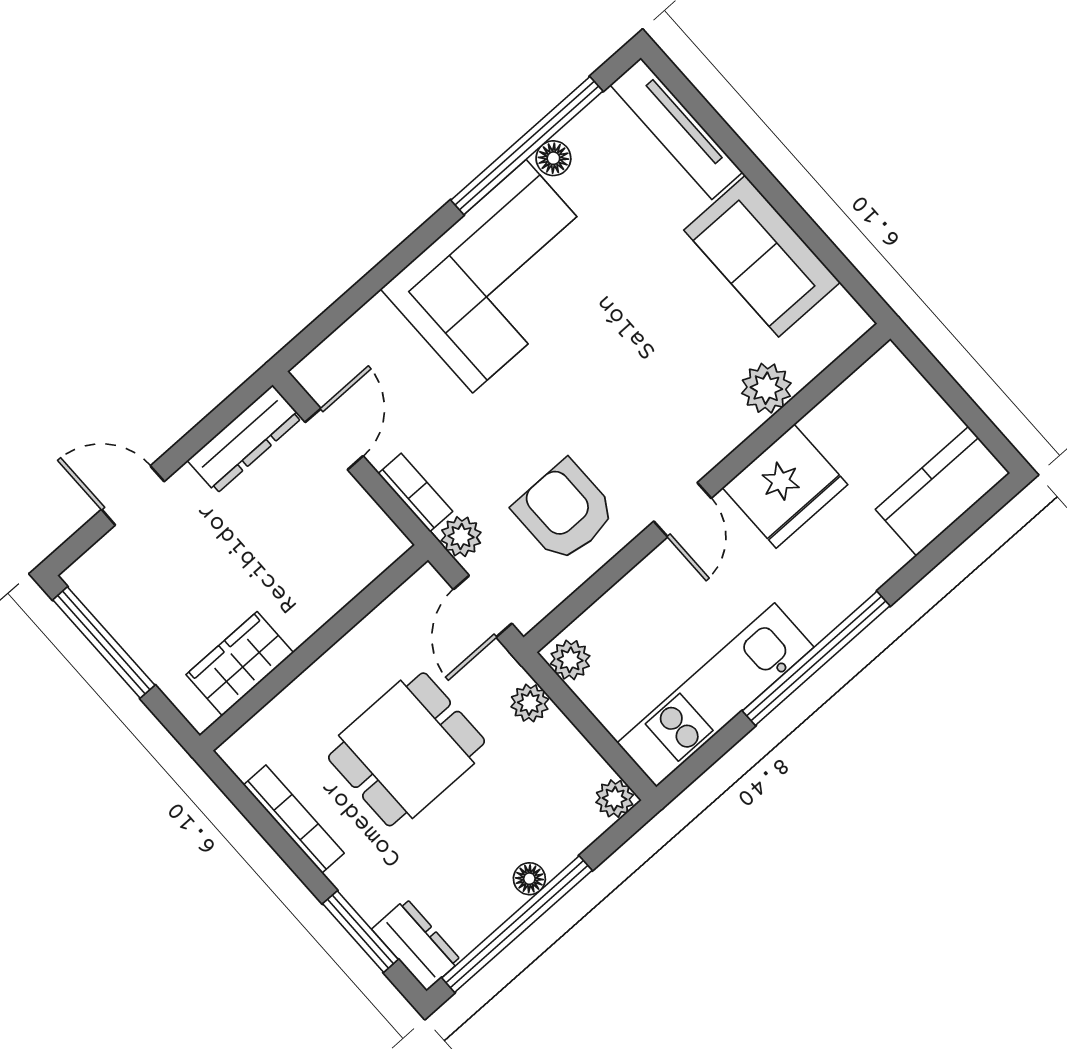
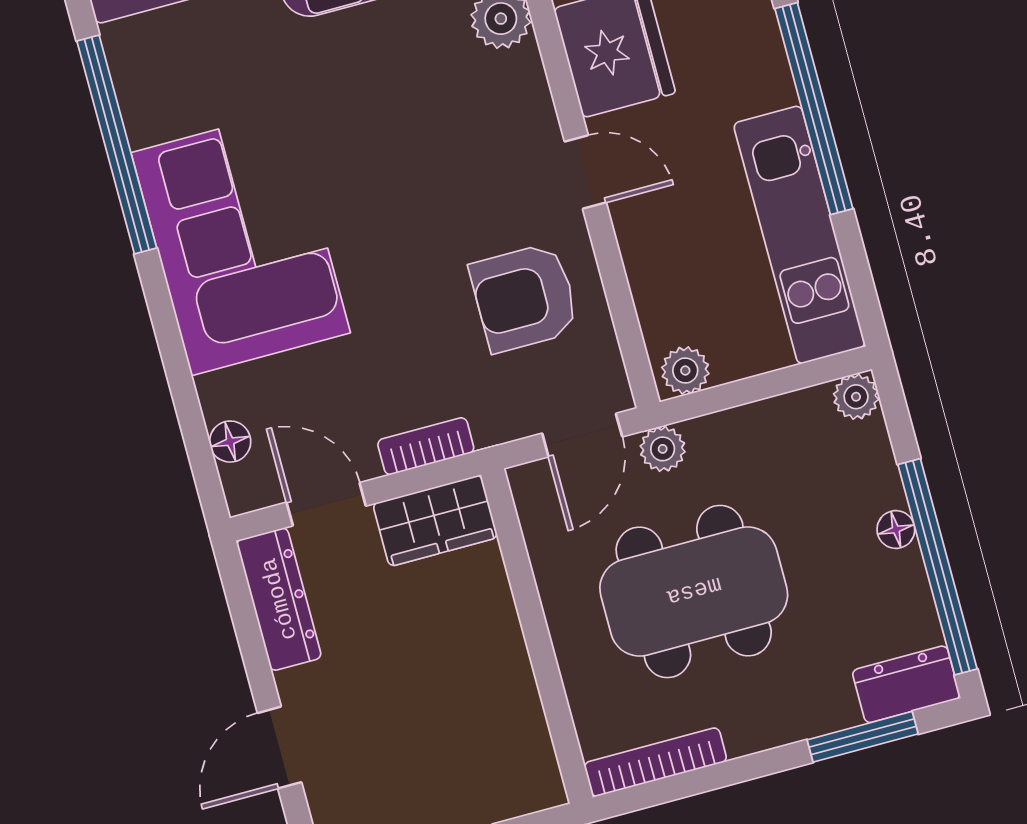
floor lamp: (553, 158) -> (230, 442), moved
plant: (461, 537) -> (497, 421), removed
door: (483, 606) -> (582, 435), hinge flipped
wardrobe: (240, 664) -> (435, 521), moved, turned -90
plant: (530, 703) -> (663, 449), moved
dining table: (407, 749) -> (694, 591), width x1.38
bookcase: (294, 819) -> (655, 762), moved

